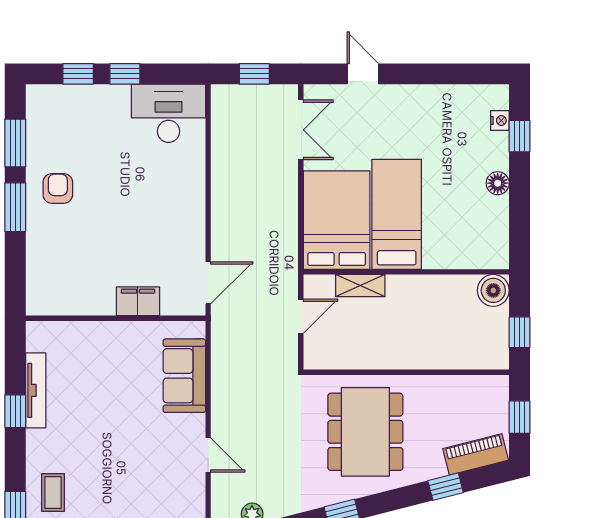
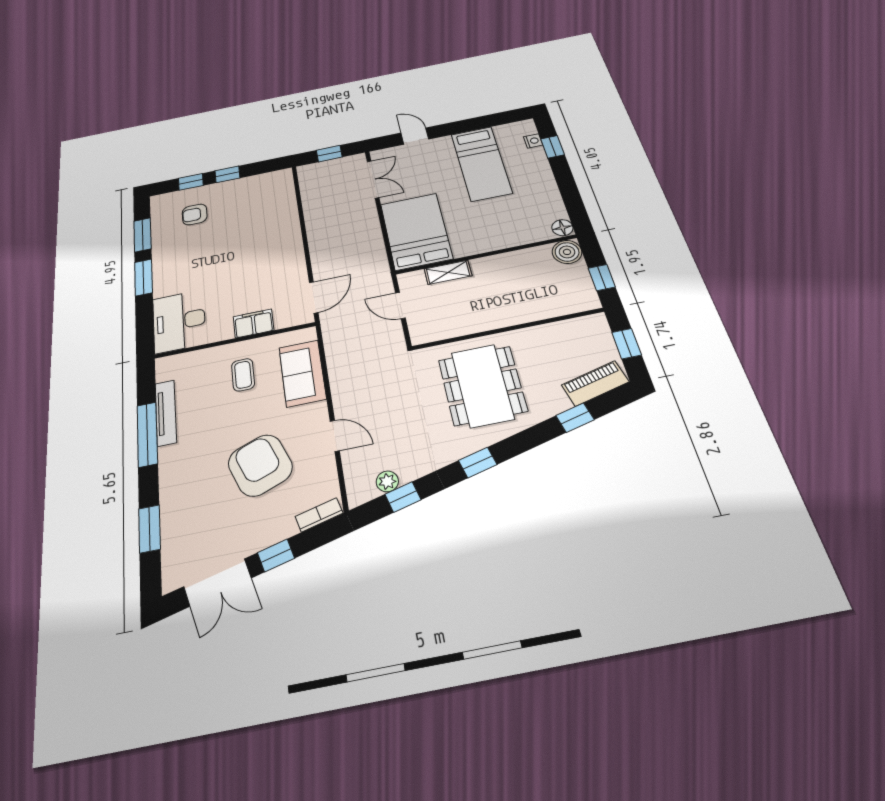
desk: (169, 113) -> (179, 321), moved, turned -90
floor lamp: (498, 183) -> (562, 228), moved
armchair: (58, 188) -> (195, 214), moved, turned -90
bed: (397, 214) -> (481, 163), moved, turned 180
door: (301, 316) -> (400, 305), swing flipped
window: (15, 411) -> (147, 434), width x2.17
armchair: (130, 471) -> (260, 465), added
coffee table: (53, 493) -> (243, 375), moved

